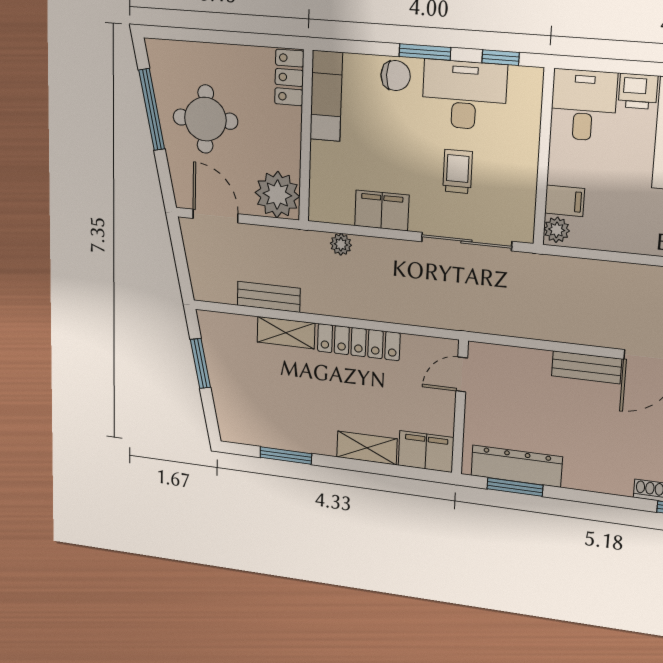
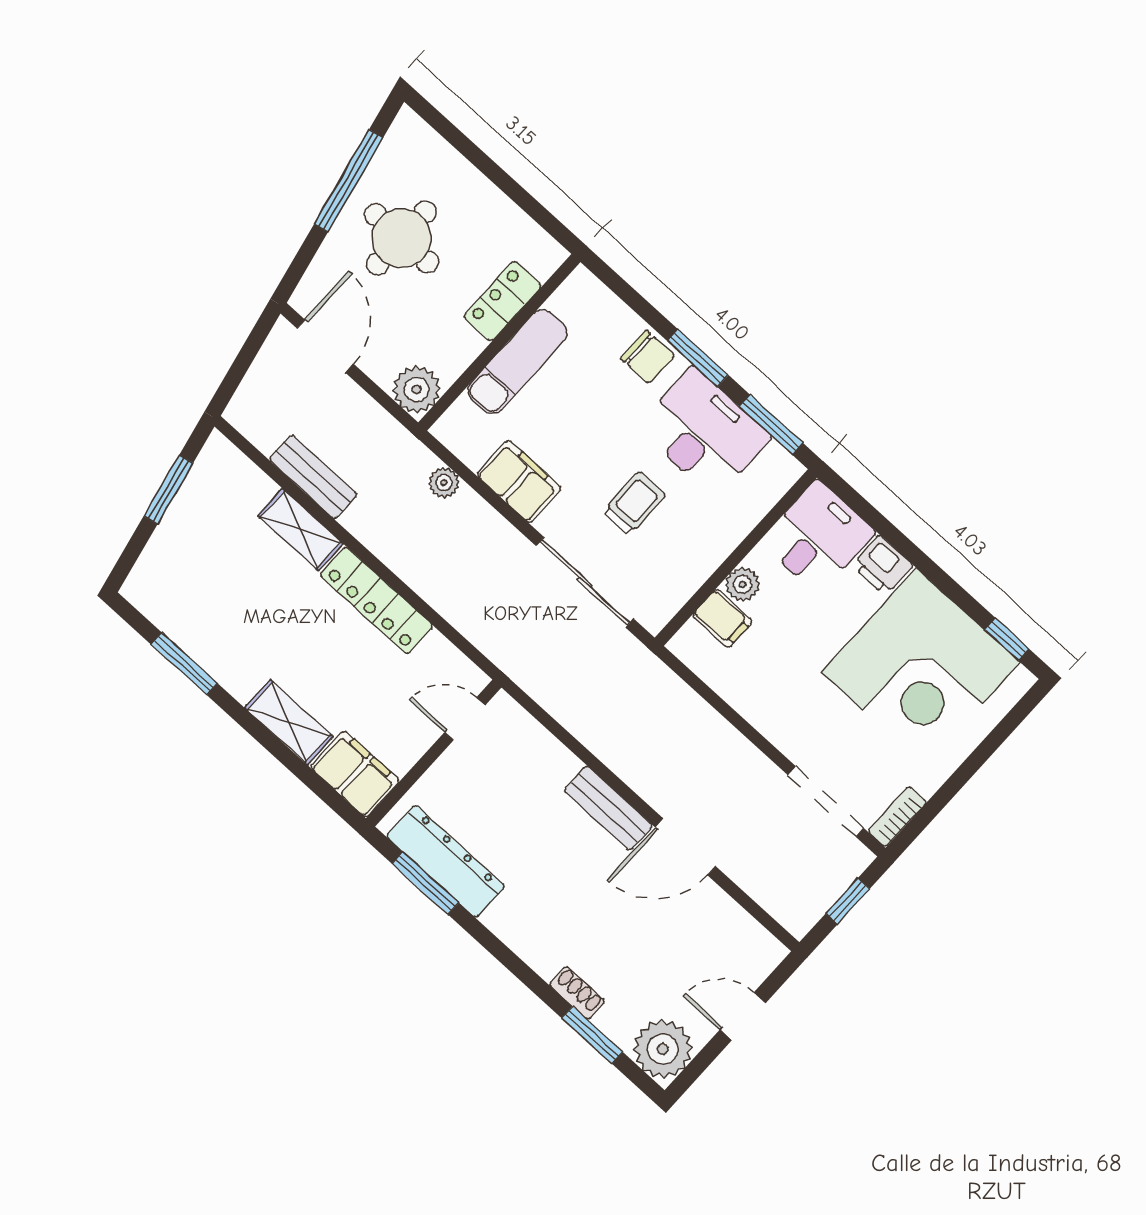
window: (501, 58) -> (771, 425), width x1.50
locker: (289, 77) -> (503, 301), moved
exam couch: (326, 96) -> (517, 362), moved
plant: (277, 195) -> (417, 389), width x0.73, depth x0.73
plant: (557, 230) -> (743, 584), moved

